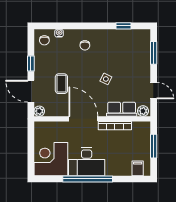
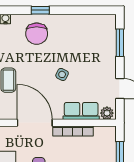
window: (123, 26) -> (40, 10), moved
chair: (85, 45) -> (37, 34), width x1.87, depth x1.87

